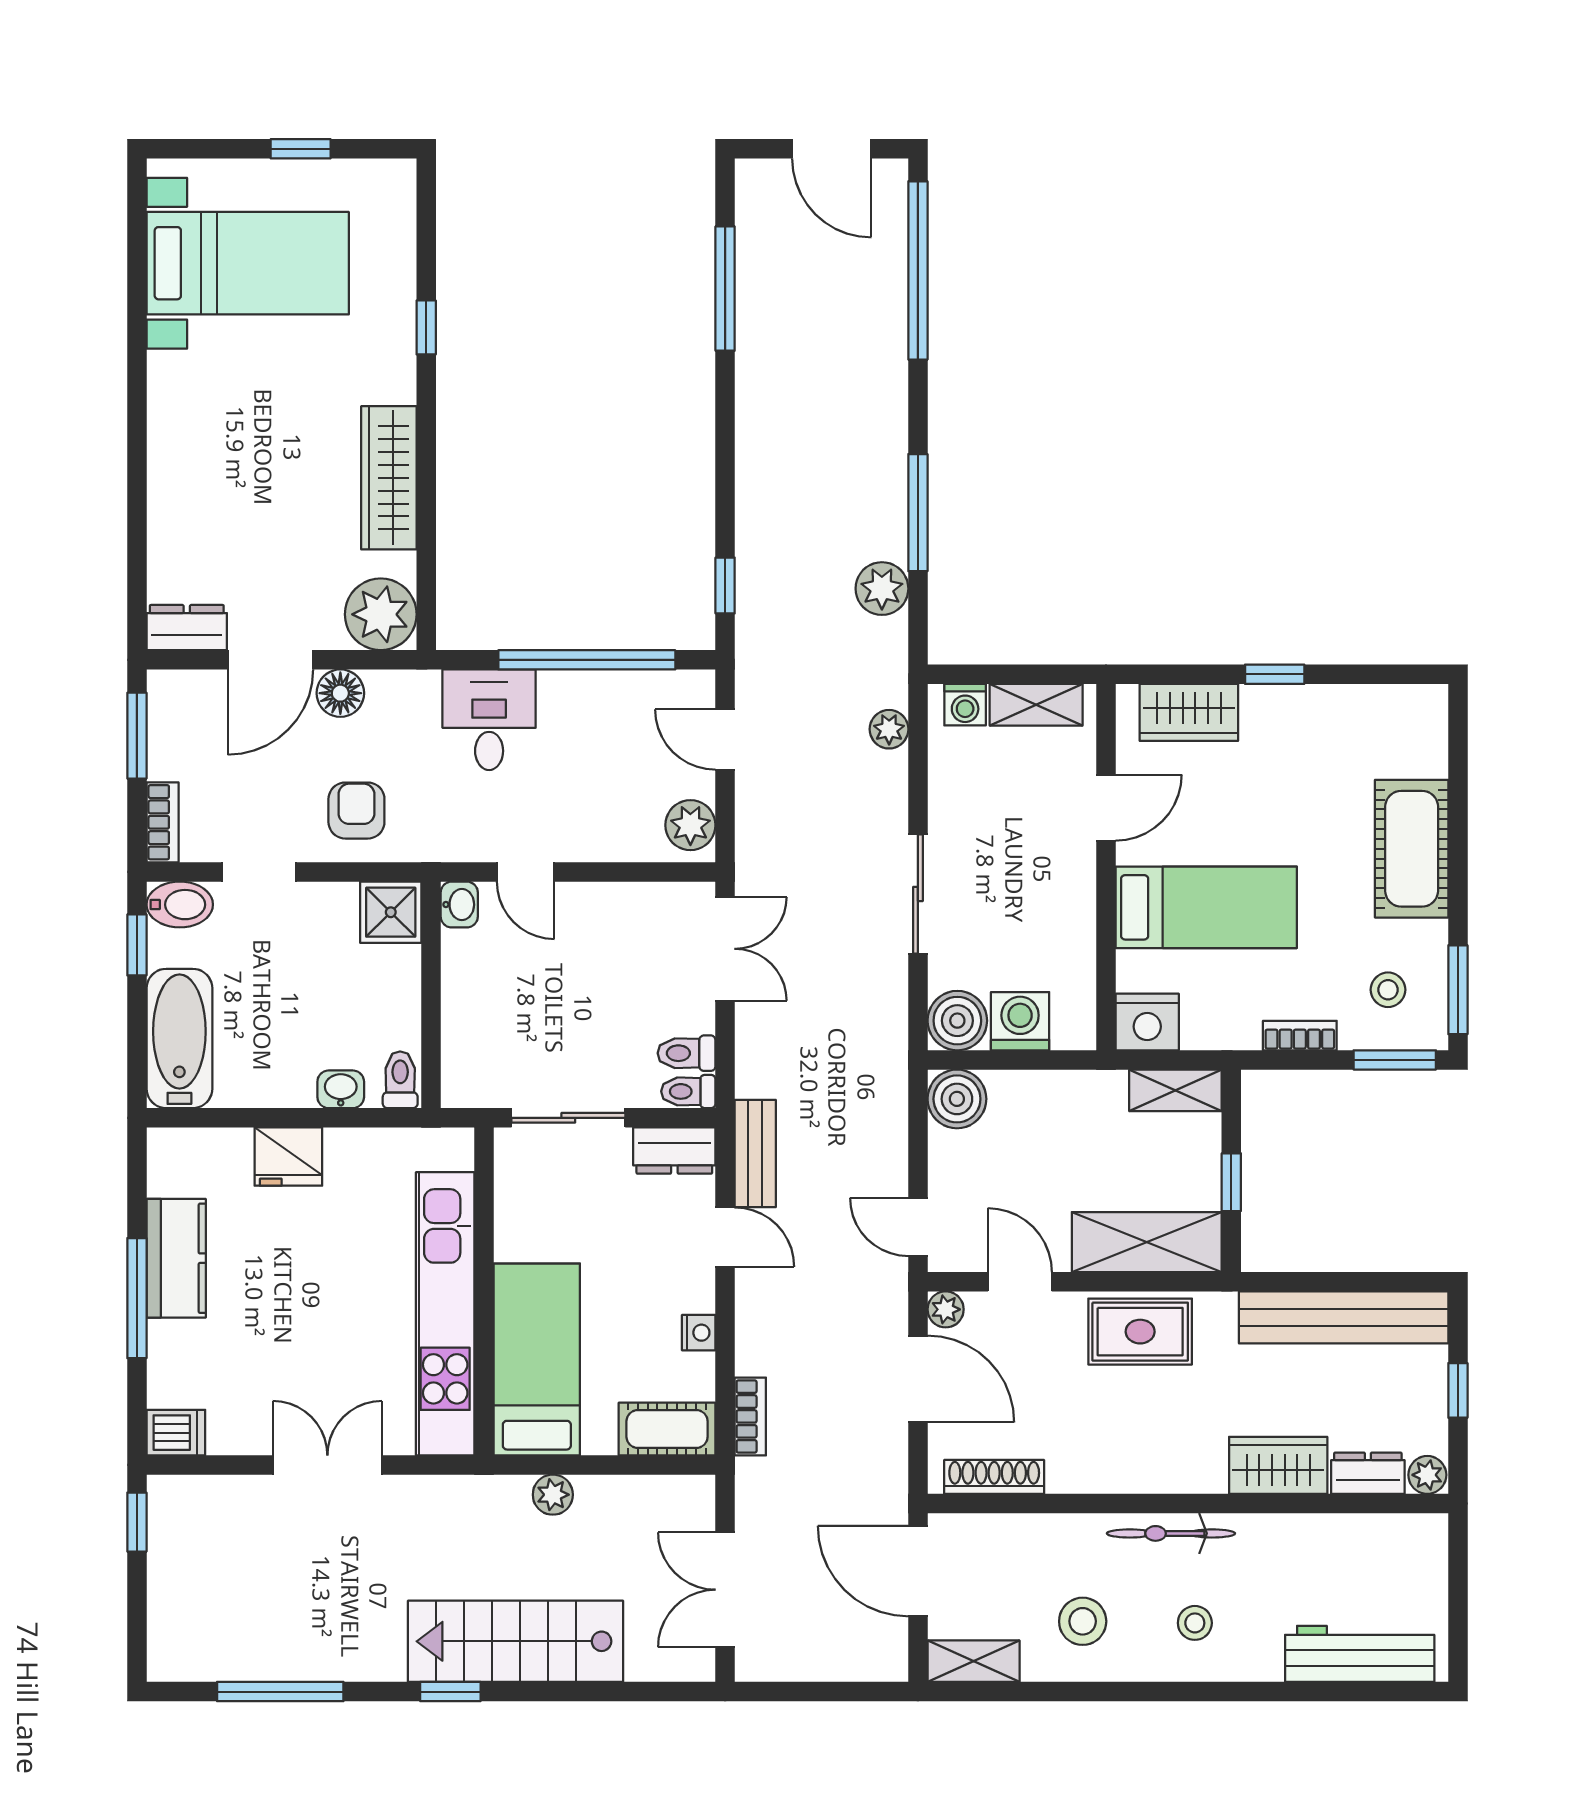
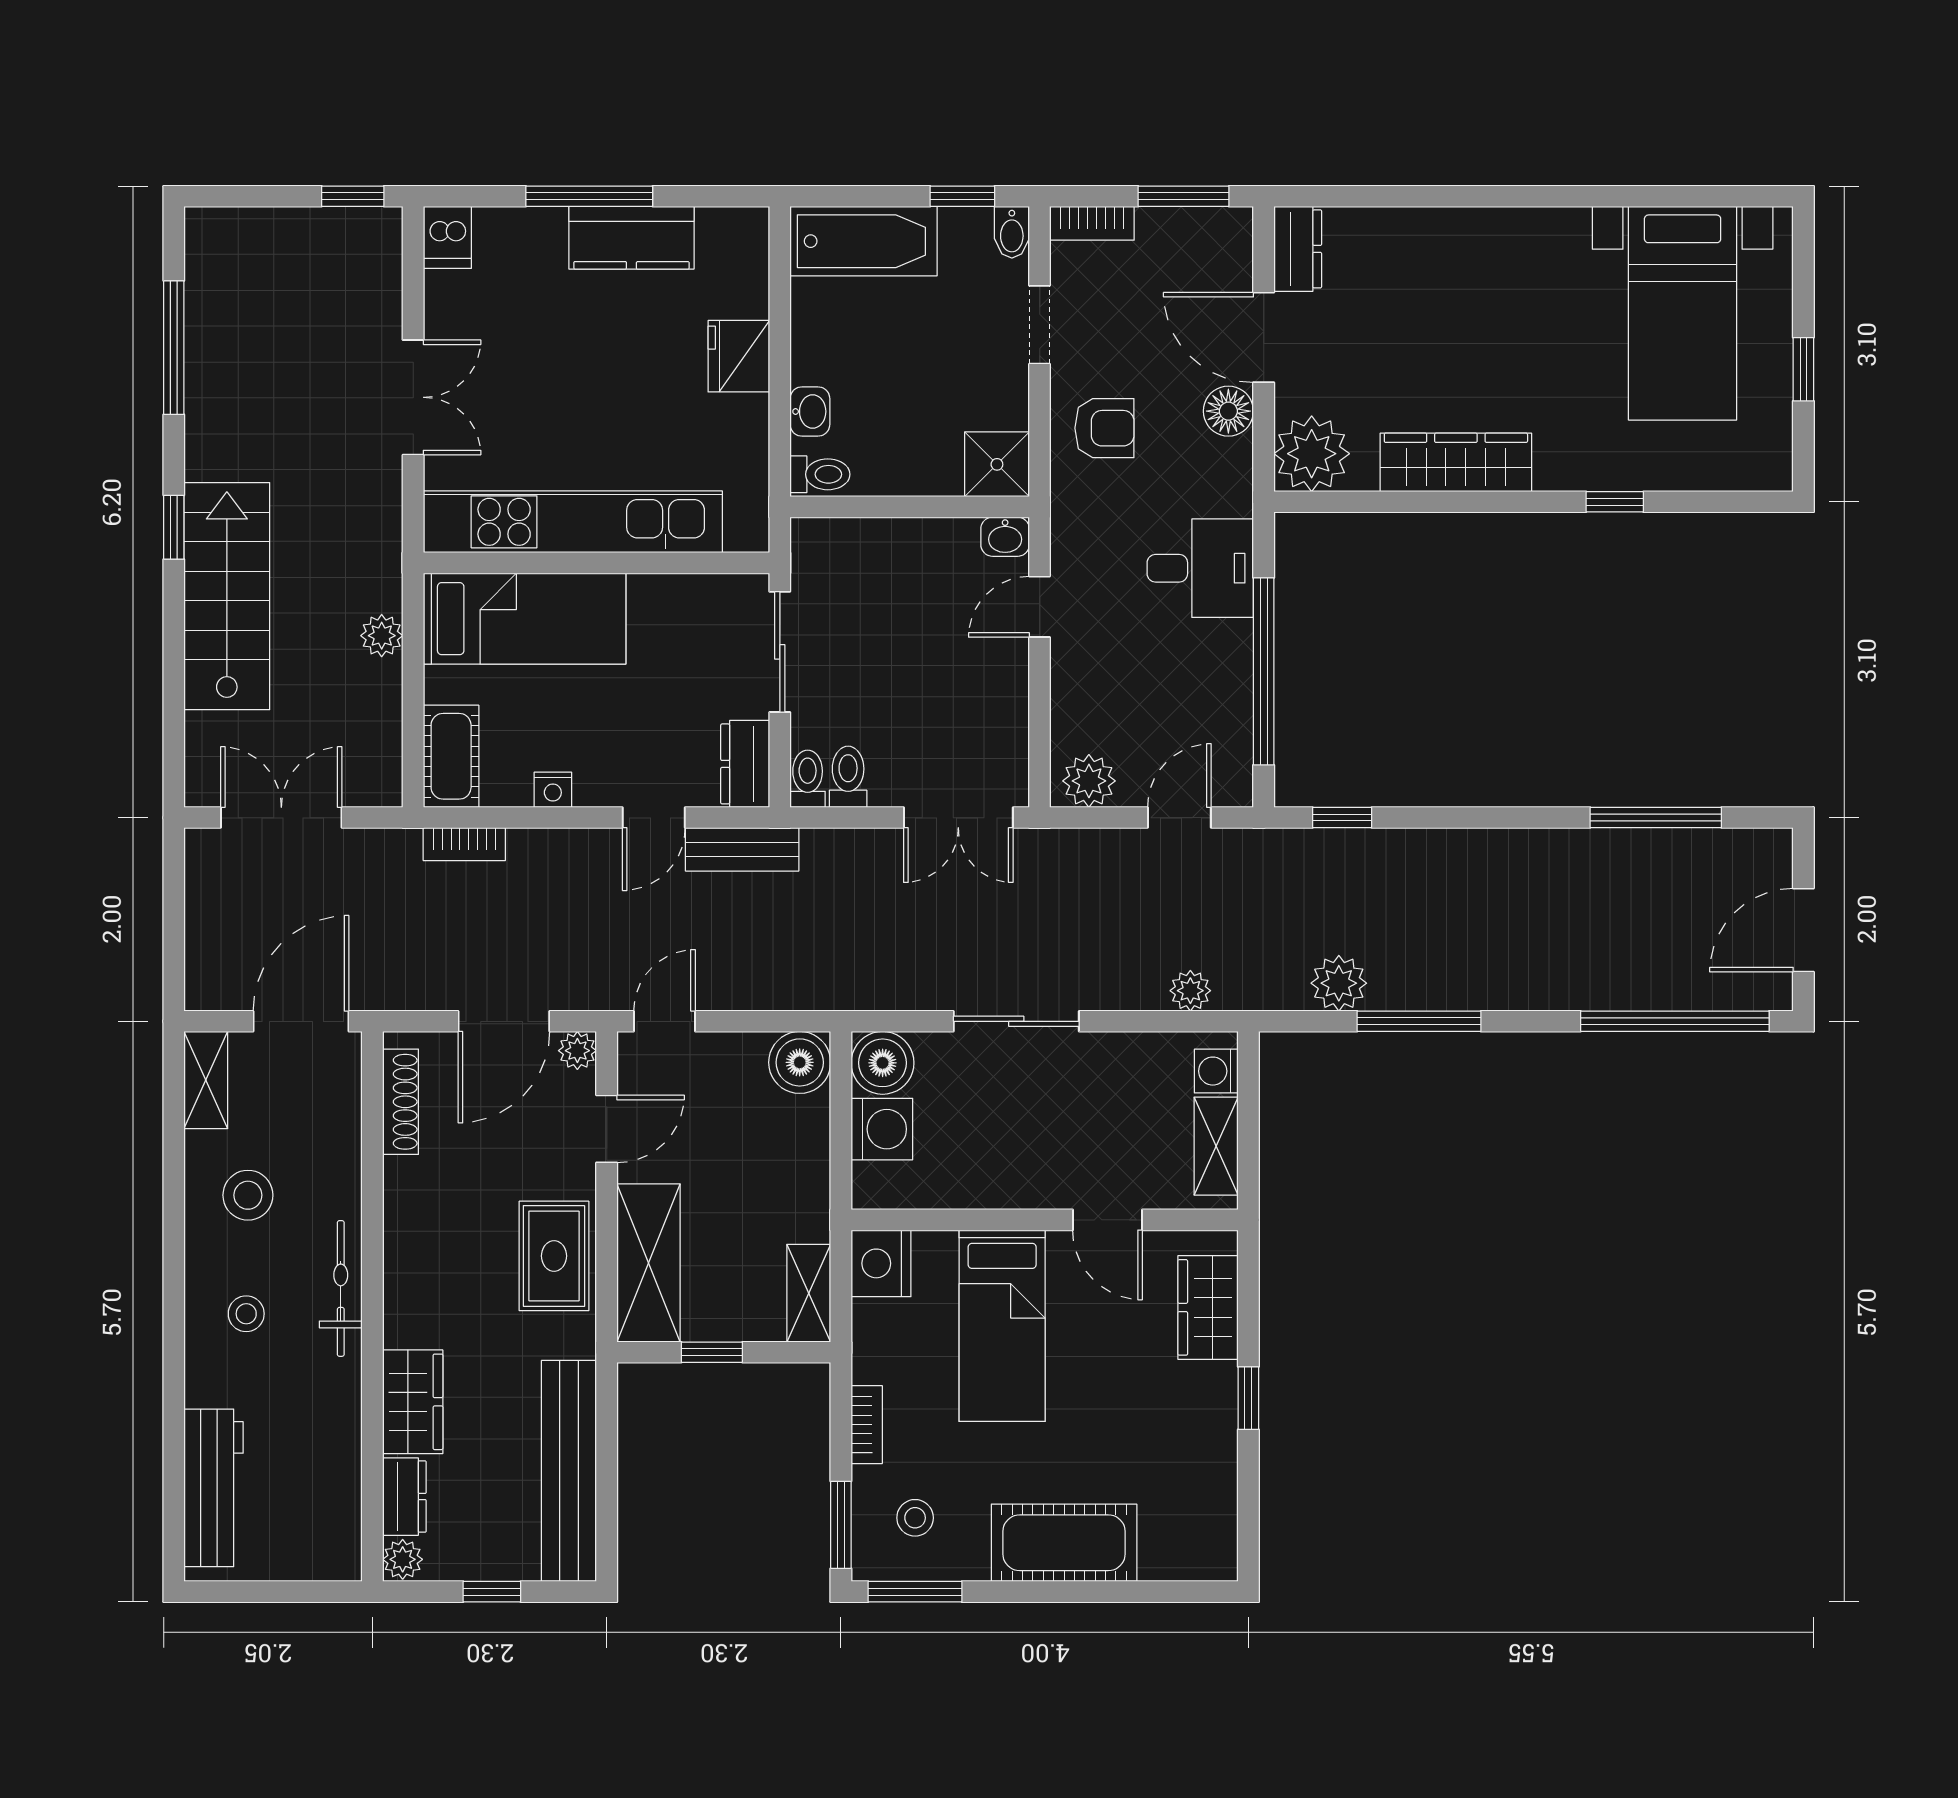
bidet: (180, 905) -> (1012, 232), width x0.72, depth x0.74

